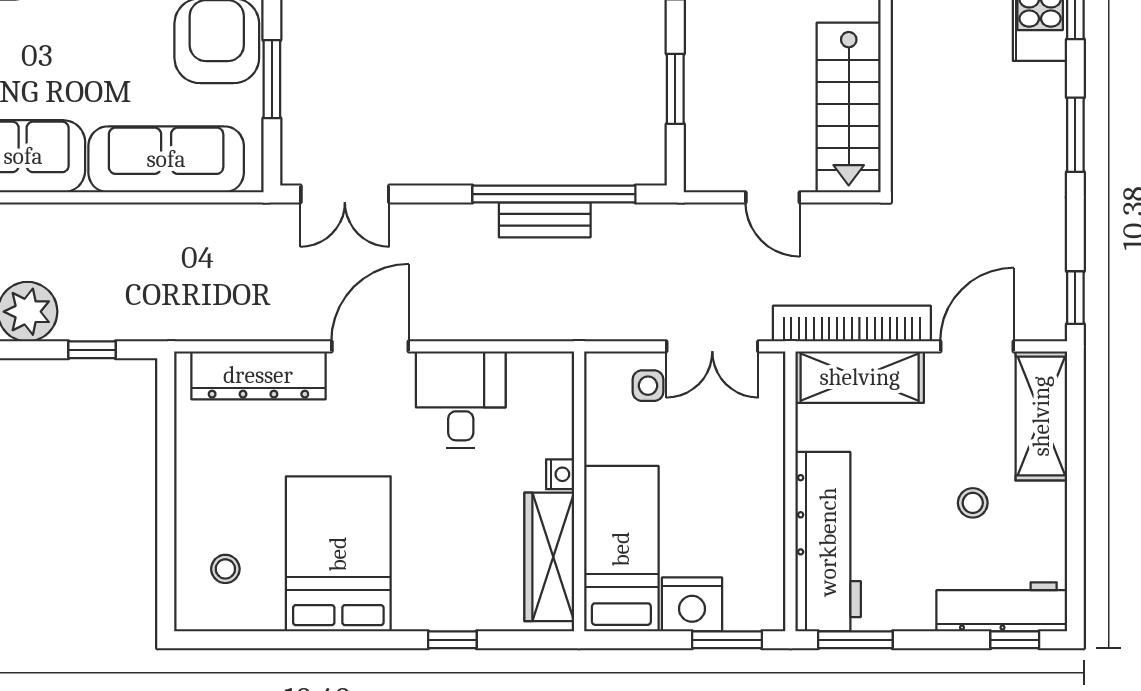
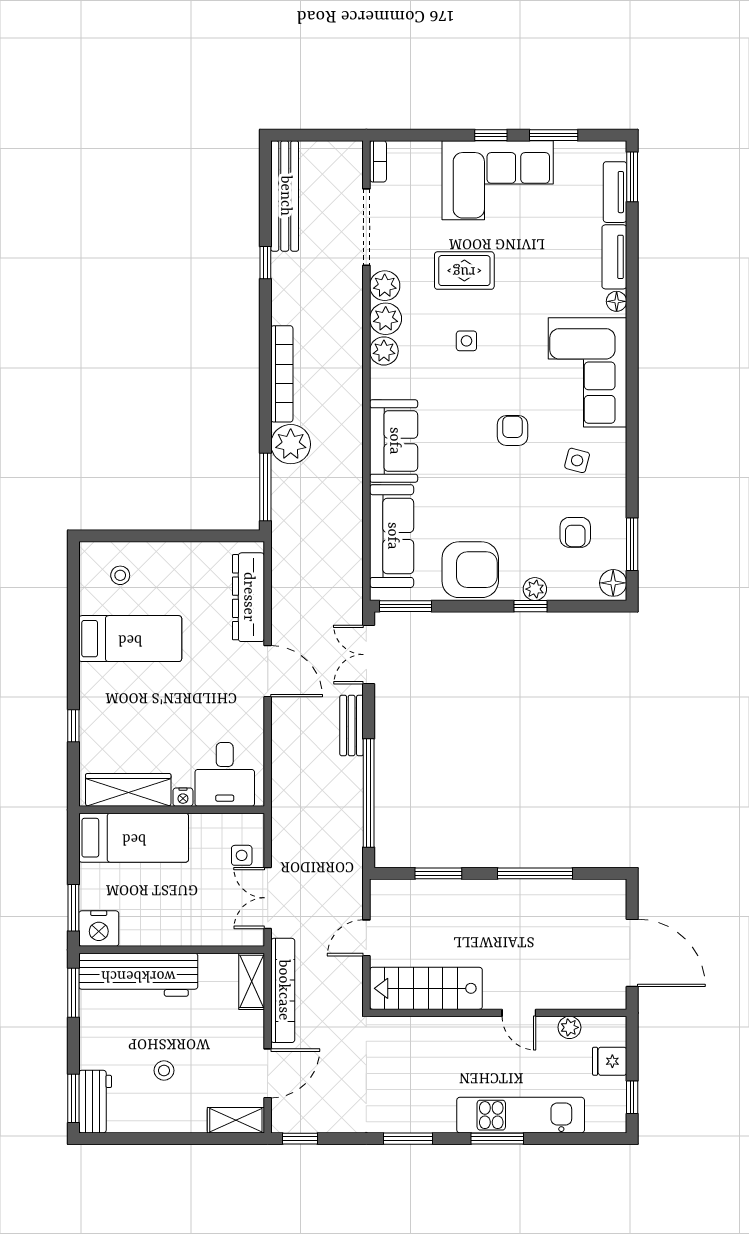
window: (272, 79) -> (405, 606), moved
bench: (545, 220) -> (352, 725), moved
door: (977, 346) -> (268, 1073), hinge flipped
window: (92, 350) -> (265, 487), width x2.17
shelving: (860, 377) -> (252, 981), width x0.67, depth x0.75
desk: (461, 400) -> (225, 774), moved, turned 90
shelving: (1041, 416) -> (236, 1120), width x0.67, depth x0.75
bed: (338, 554) -> (130, 639), width x0.67
nightstand: (692, 604) -> (99, 929), moved, turned -90
workbench: (1002, 607) -> (95, 1102), width x0.73
window: (1015, 640) -> (73, 1098), width x1.50

